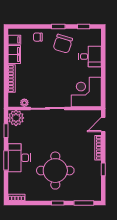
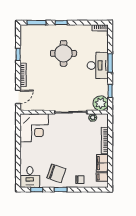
chair: (63, 44) -> (56, 173), turned 93
desk: (90, 57) -> (30, 177), moved, turned -90
round table: (55, 171) -> (63, 53), width x0.73, depth x0.73

